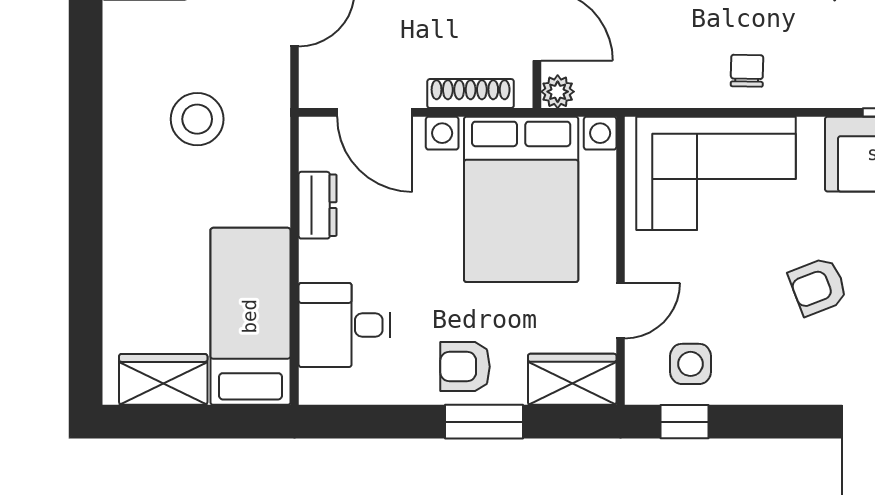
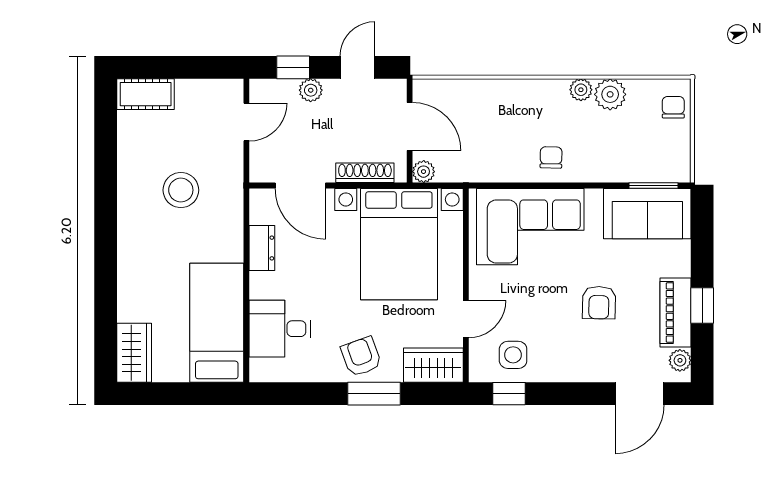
armchair: (818, 286) -> (599, 303), turned -68
armchair: (465, 367) -> (361, 357), turned 70
wardrobe: (163, 379) -> (134, 353), moved, turned 90

